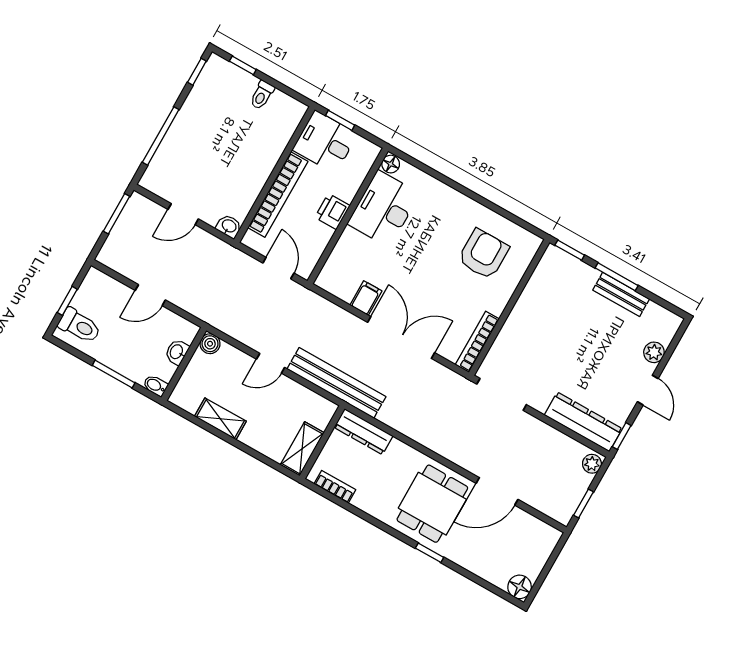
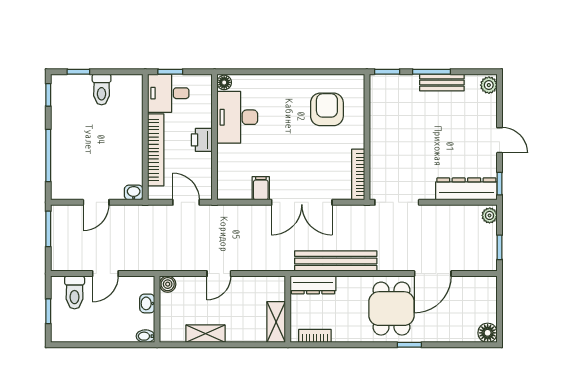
toilet: (262, 95) -> (102, 89), width x1.37, depth x1.39
toilet: (80, 326) -> (75, 292), moved, turned 90
double door: (401, 337) -> (302, 202), swing flipped
plant: (654, 352) -> (489, 85), moved
window: (114, 374) -> (111, 345), removed
bench: (336, 383) -> (336, 261), moved

